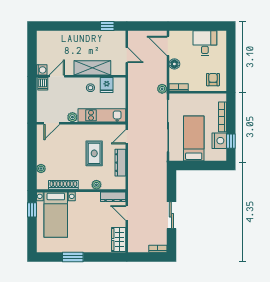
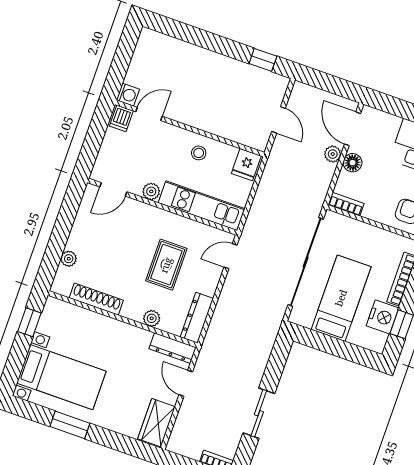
shelving: (92, 68) -> (214, 121), removed
fridge: (107, 85) -> (246, 165), moved
plant: (162, 89) -> (333, 154), moved
dresser: (120, 163) -> (197, 318), moved
bed with nightstands: (56, 215) -> (61, 377), moved, turned -90

